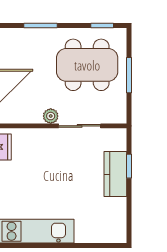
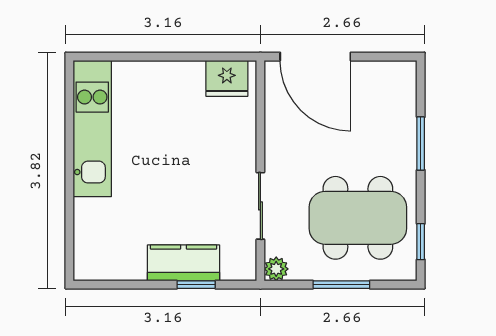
dining table: (87, 65) -> (358, 218), turned 90
plant: (51, 116) -> (276, 269), moved

